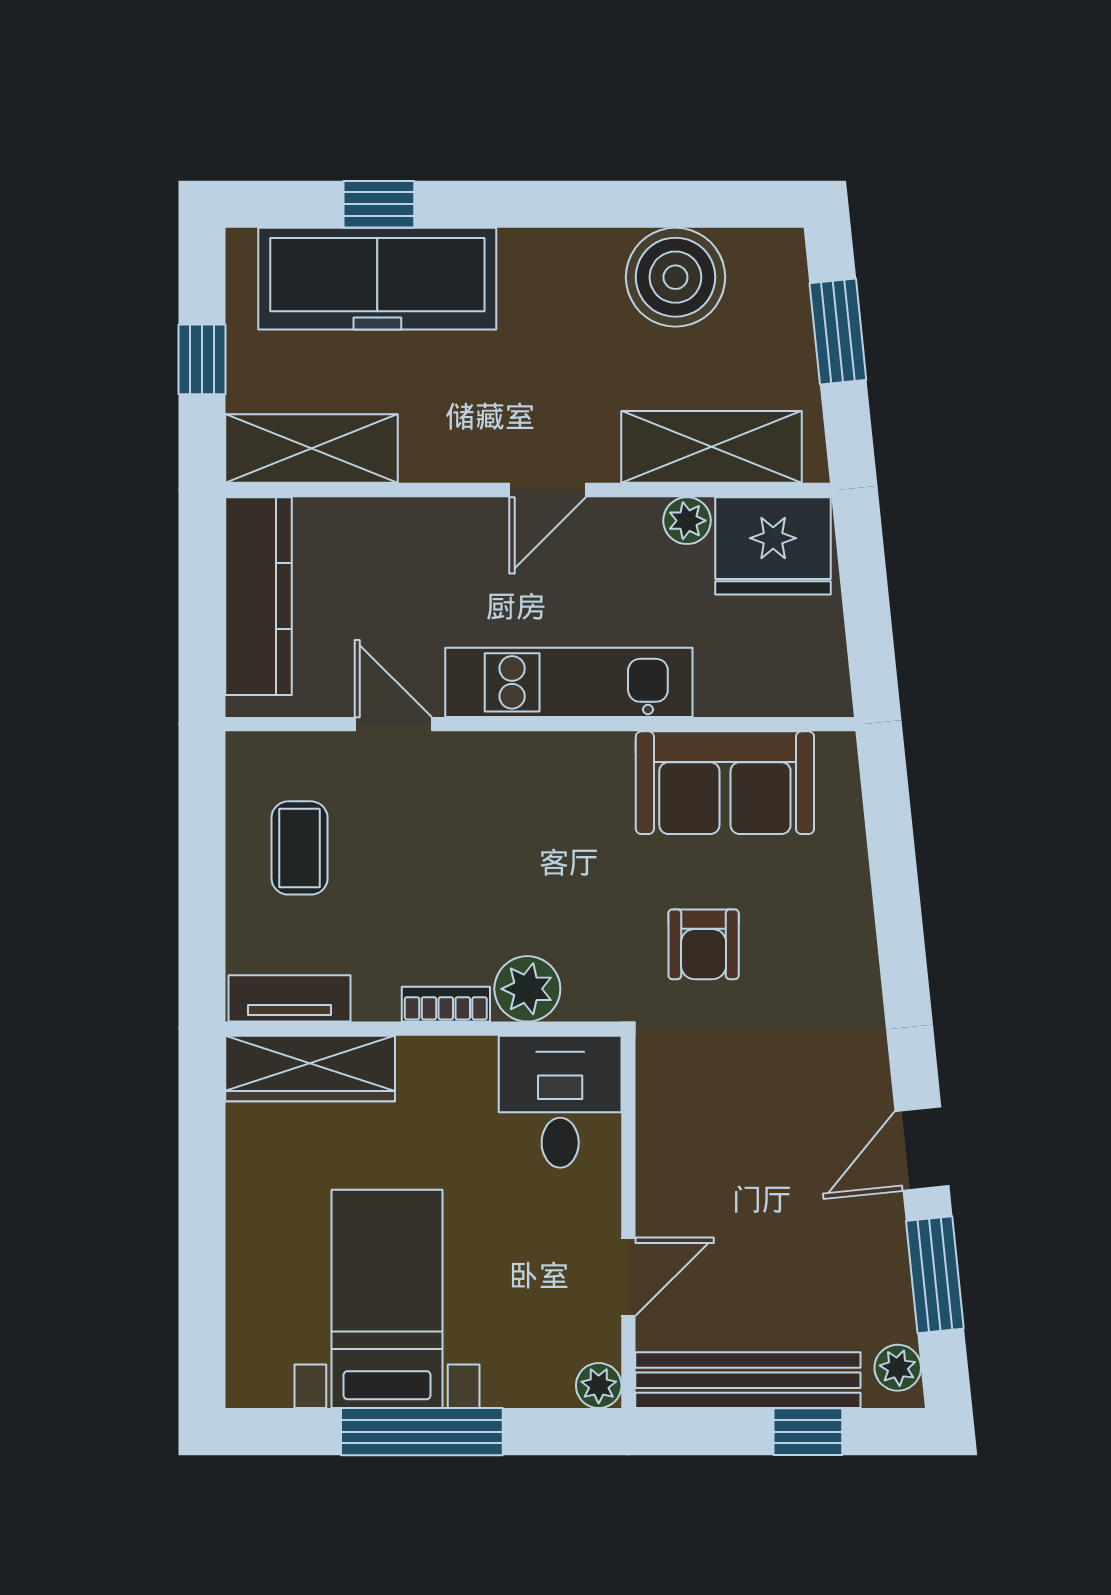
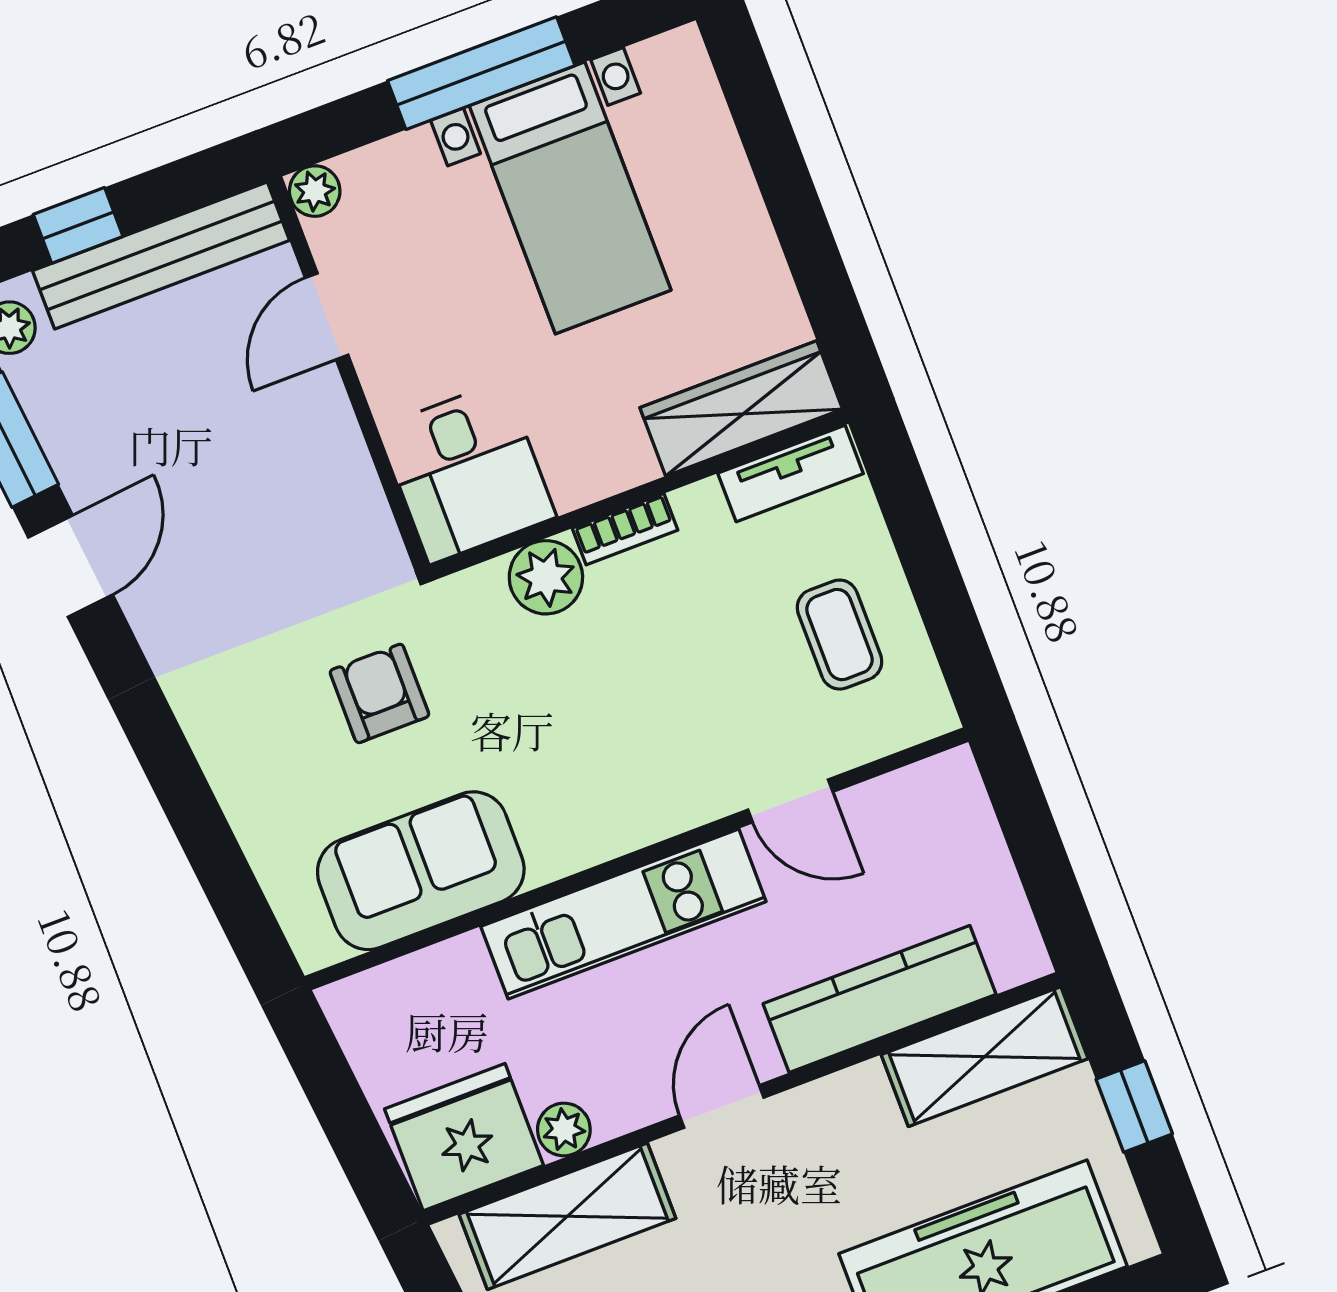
kitchen counter: (259, 596) -> (879, 999), moved, turned 90

